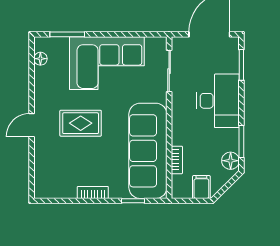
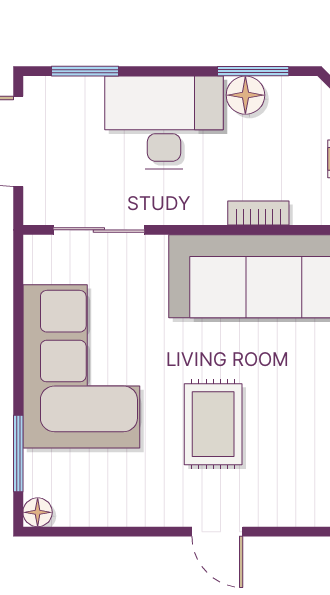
floor lamp: (40, 59) -> (38, 512), moved
bookcase: (177, 160) -> (258, 213), moved
floor lamp: (231, 161) -> (245, 95), moved

